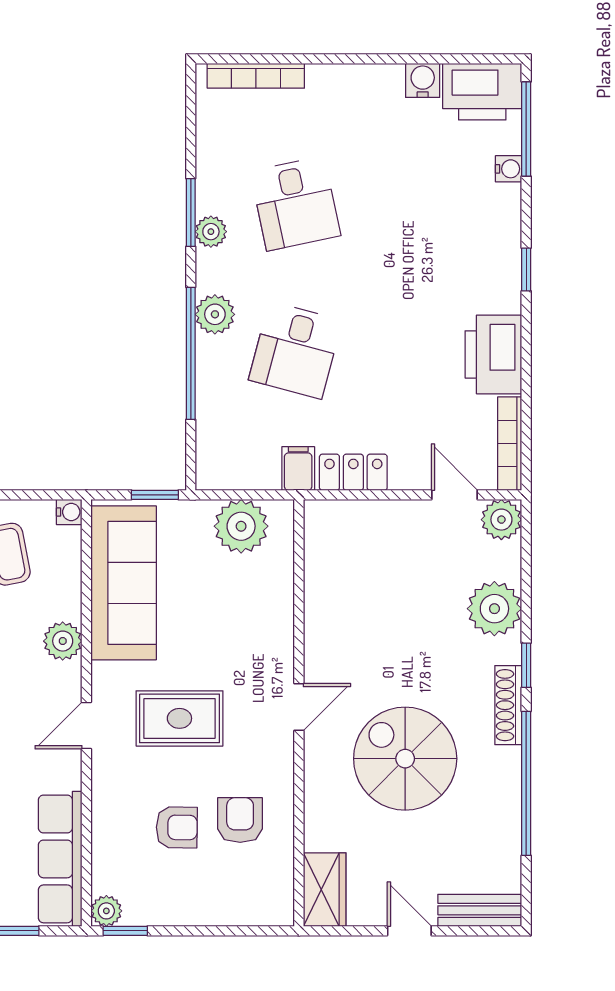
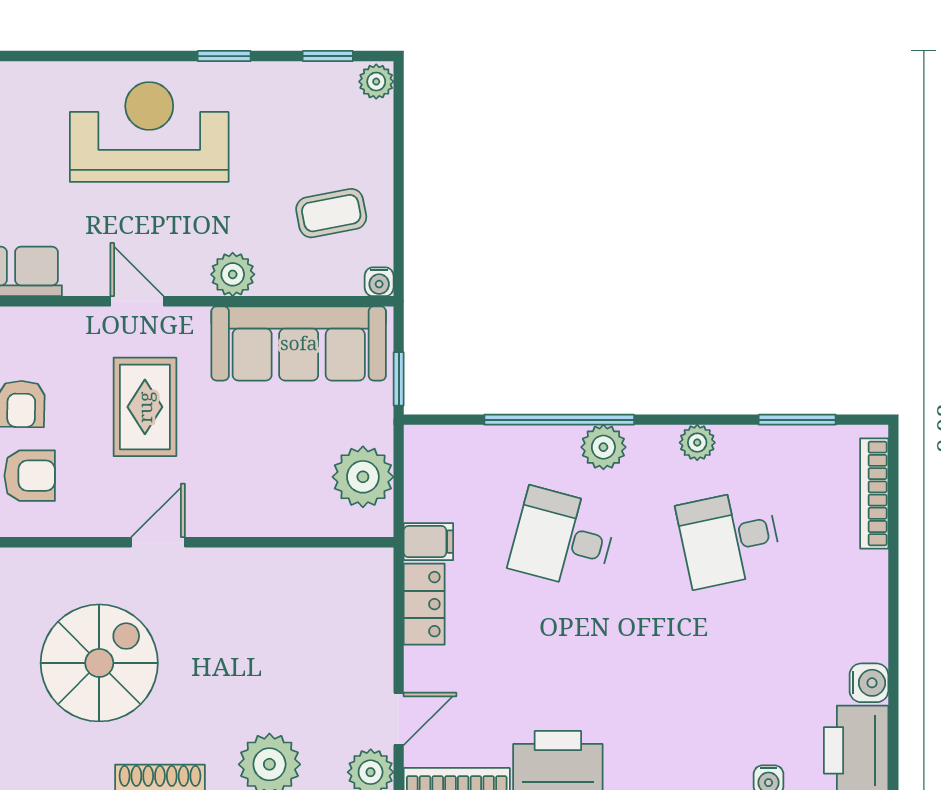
window: (191, 213) -> (797, 420), moved
door: (299, 707) -> (158, 542), swing flipped

